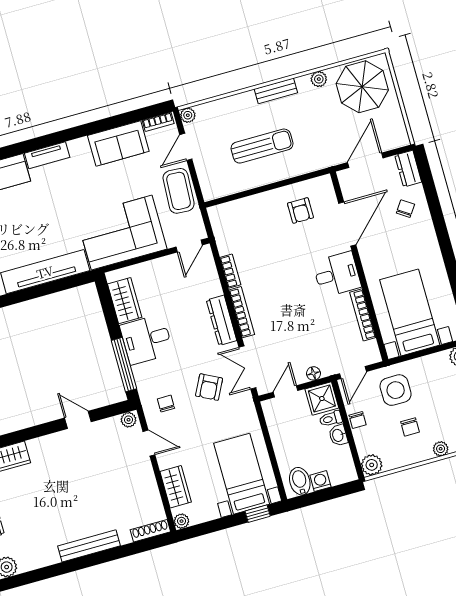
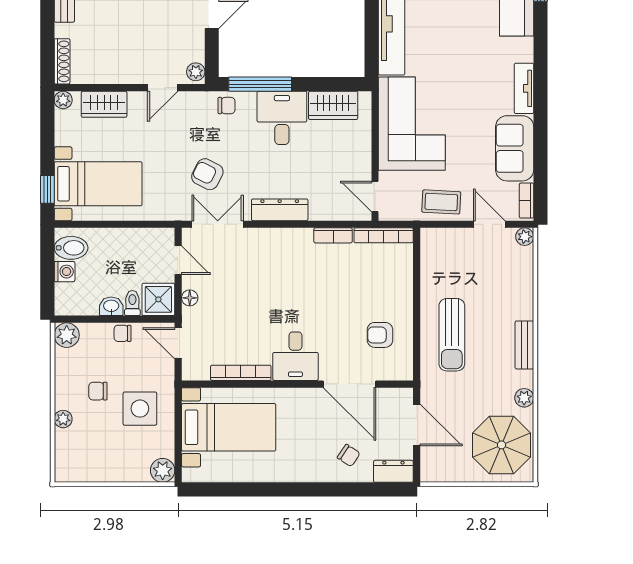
sun lounger: (262, 146) -> (452, 335), moved
tv unit: (47, 155) -> (524, 88), moved
coffee table: (179, 191) -> (441, 202), width x0.73, depth x0.77
bookcase: (242, 312) -> (384, 235), moved
side table: (396, 390) -> (140, 409), moved
chair: (166, 404) -> (227, 106), moved

